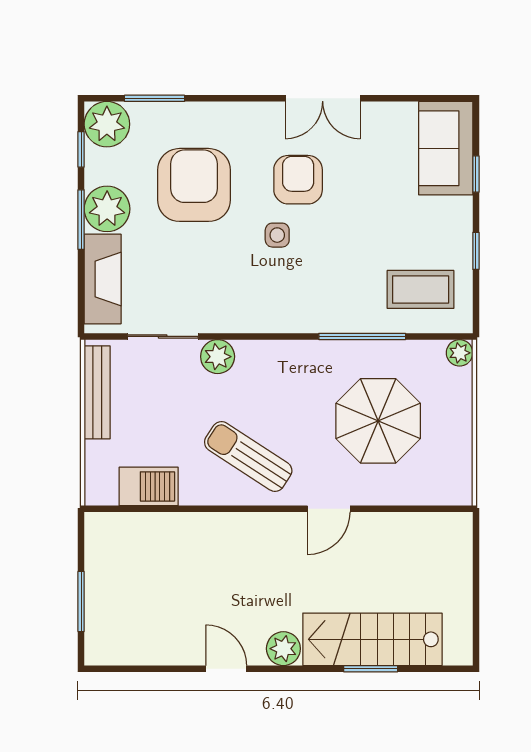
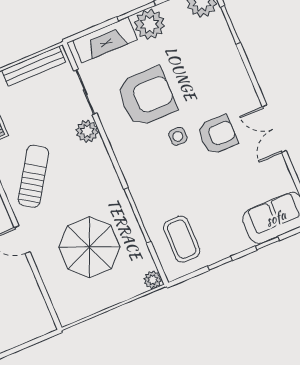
armchair: (194, 185) -> (147, 97), moved

